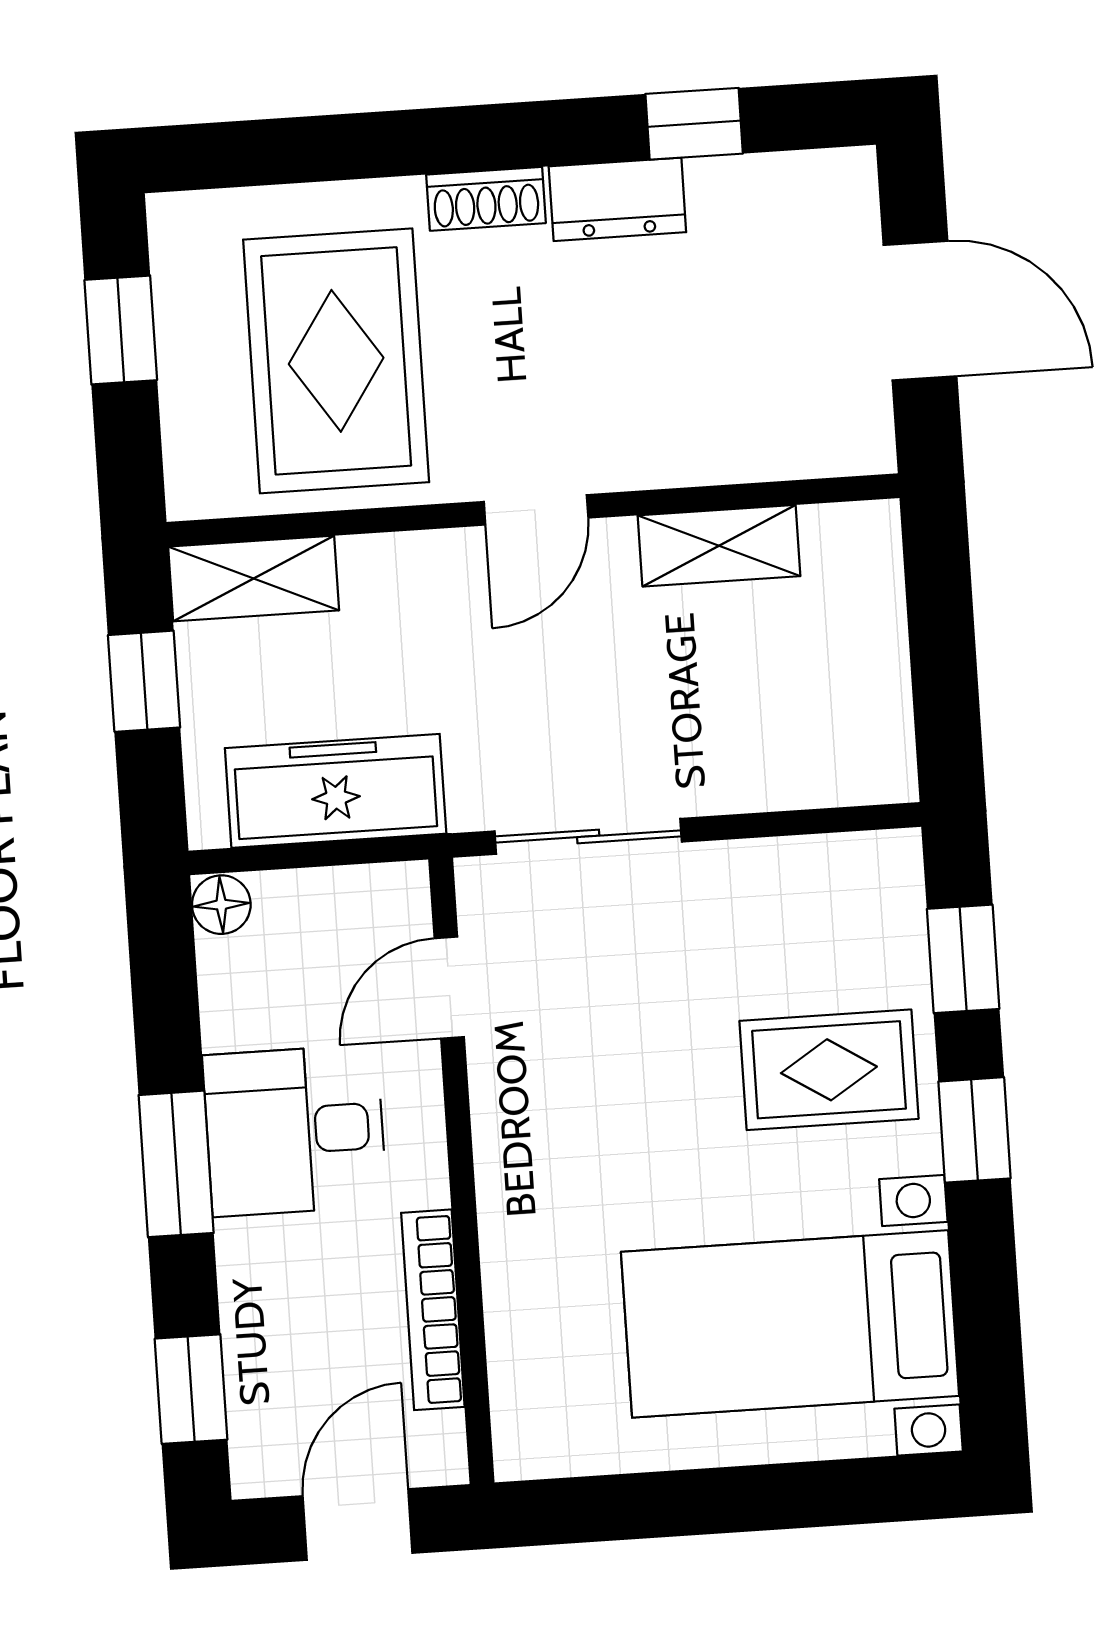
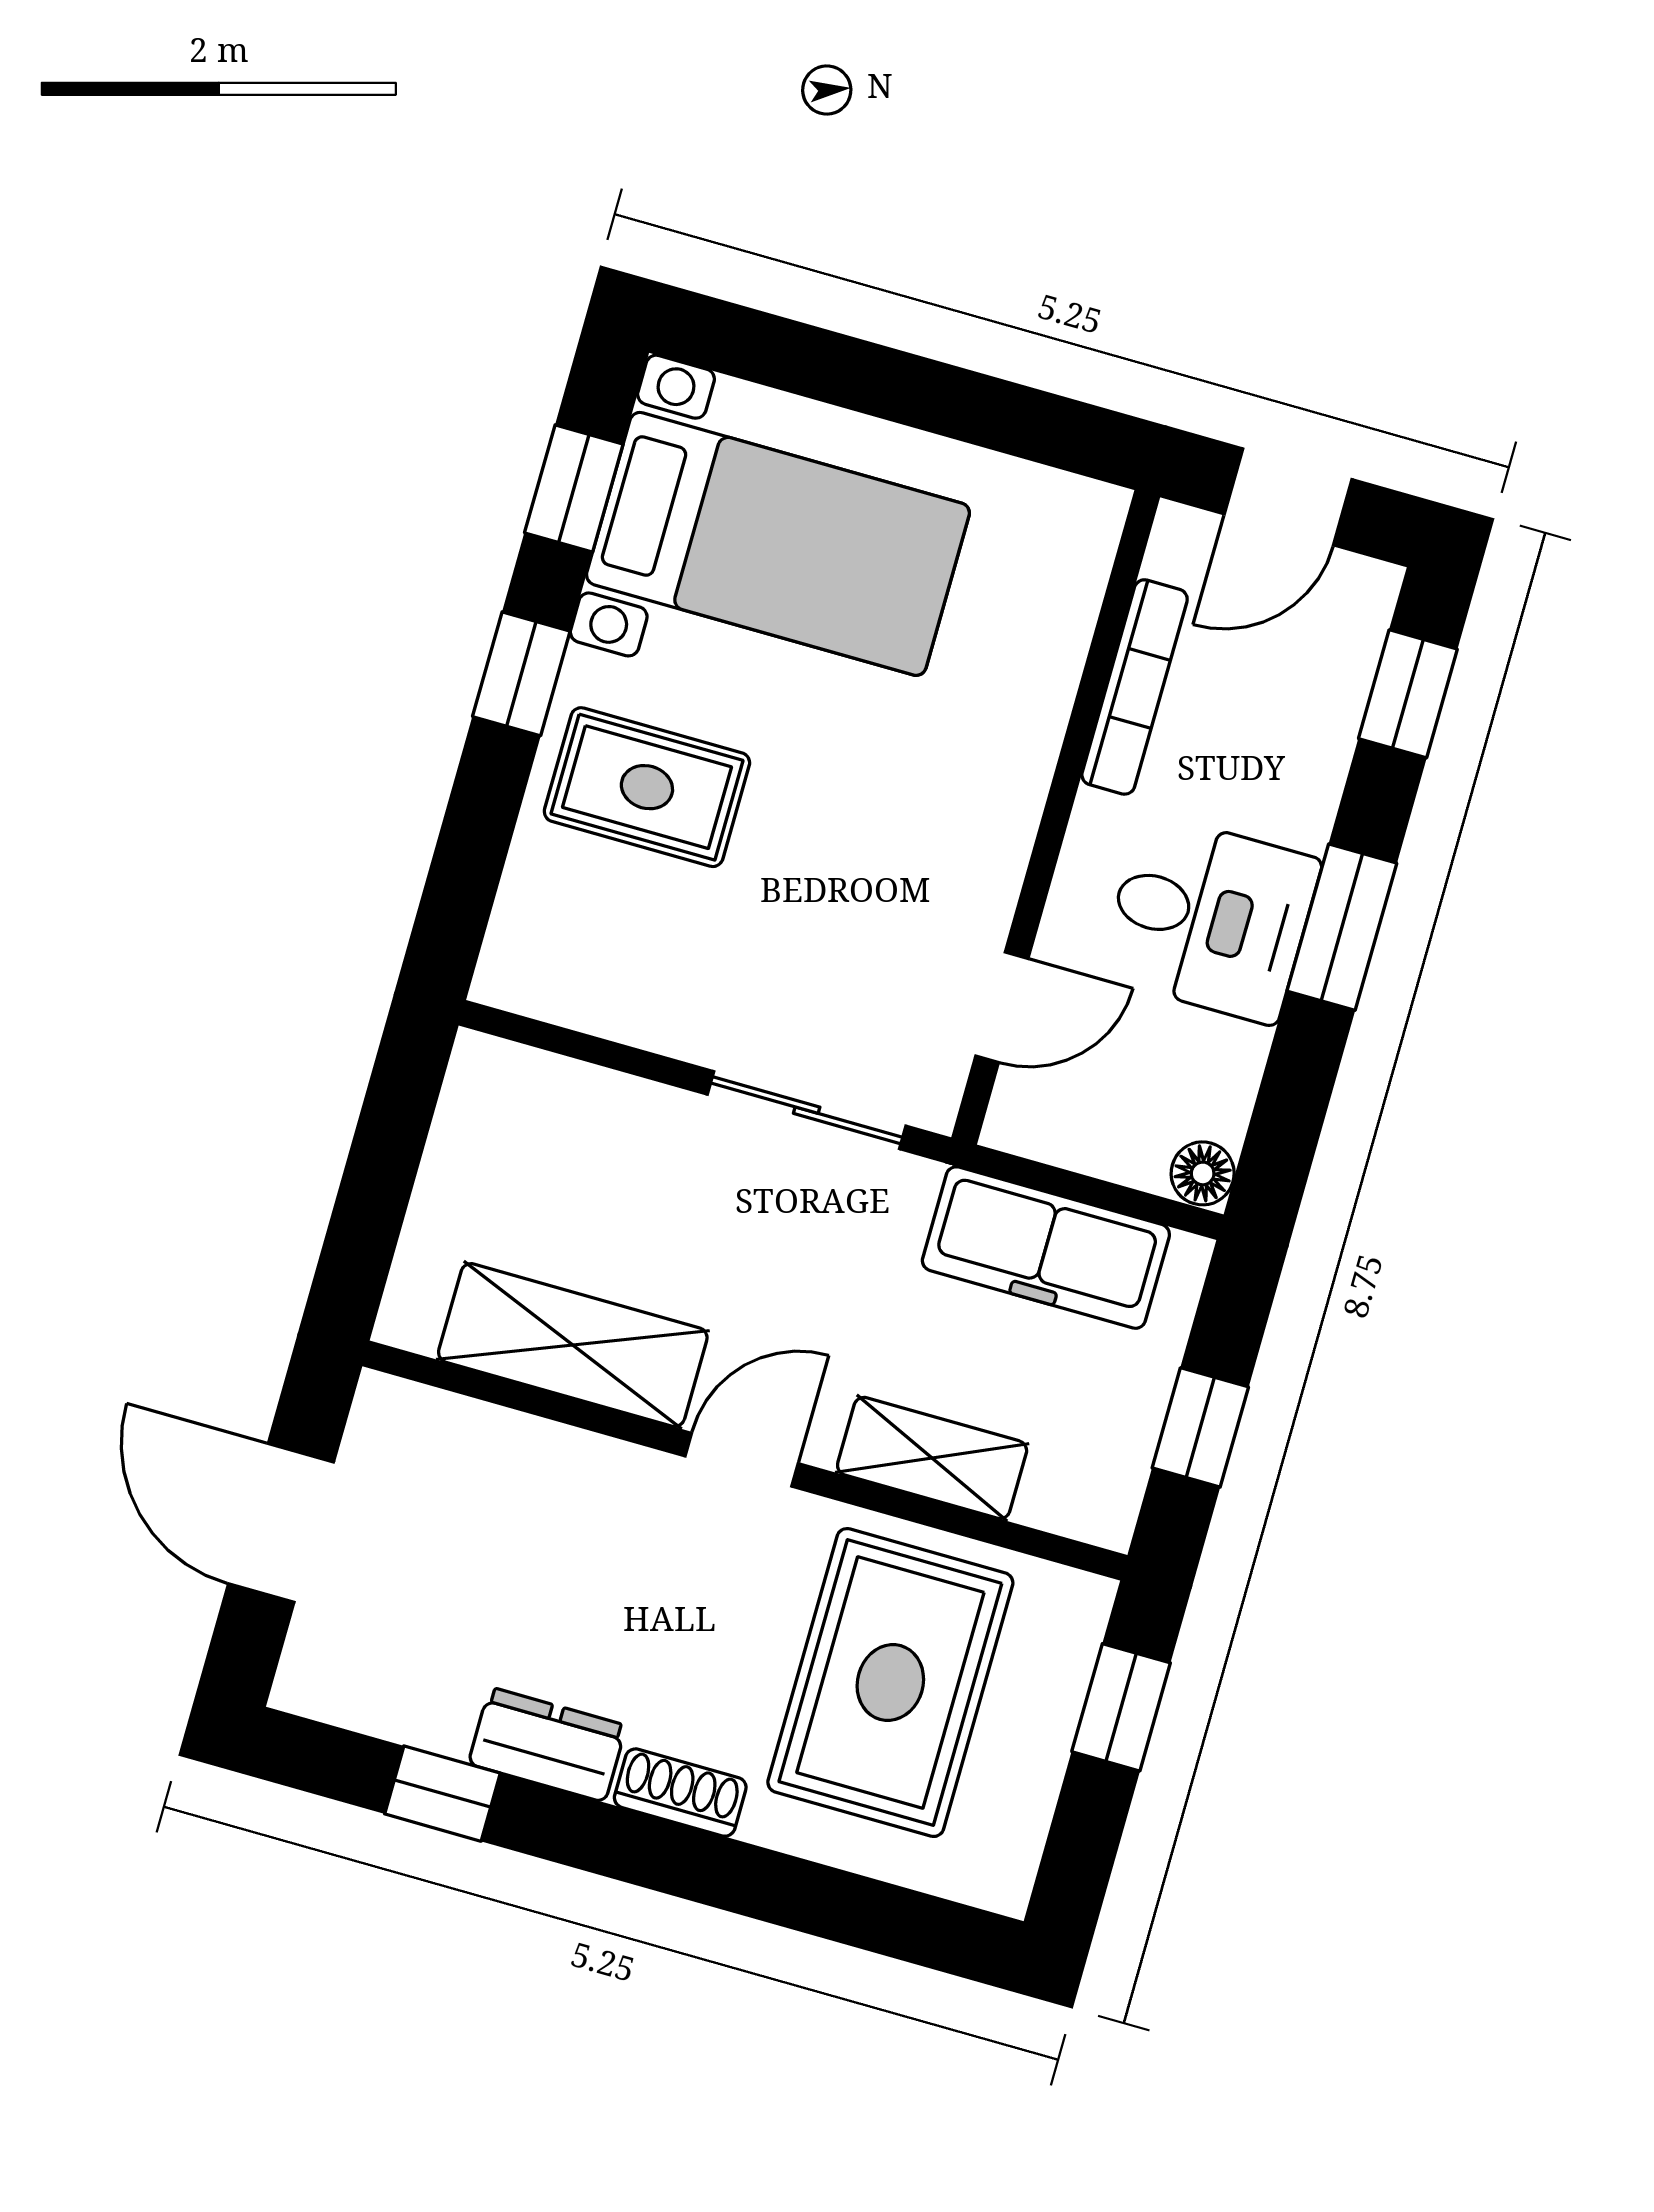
window: (121, 330) -> (1121, 1707), moved
shelving: (719, 546) -> (573, 1345), width x1.50, depth x1.33
shelving: (254, 578) -> (932, 1458), moved
window: (963, 959) -> (574, 488), moved

